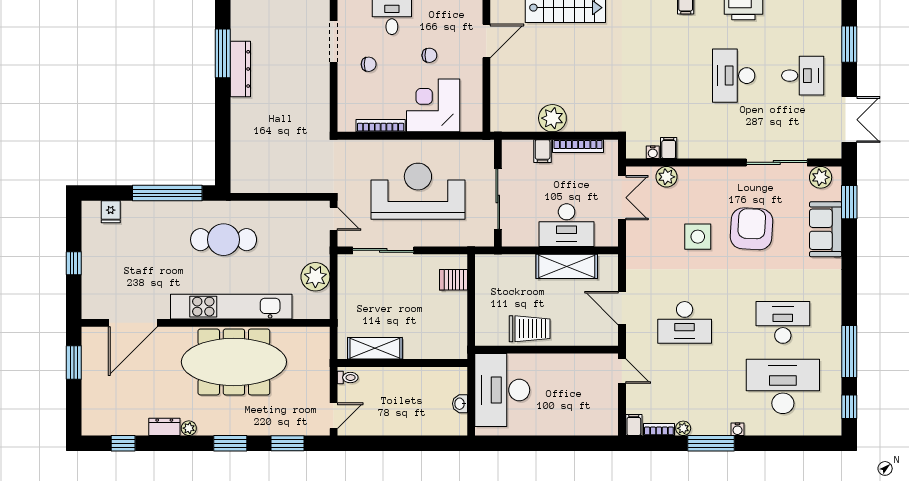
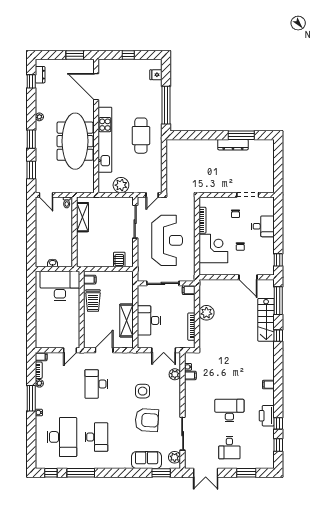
filing cabinet: (543, 151) -> (189, 290), moved
filing cabinet: (491, 335) -> (90, 280), added
dresser: (164, 427) -> (40, 75), moved

